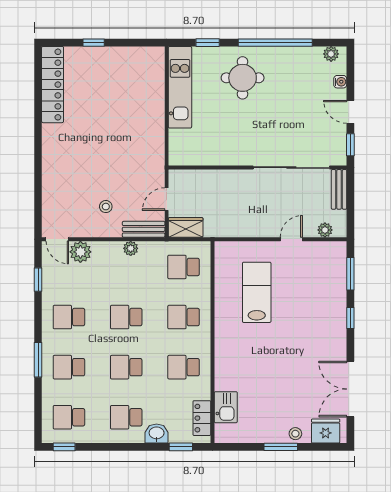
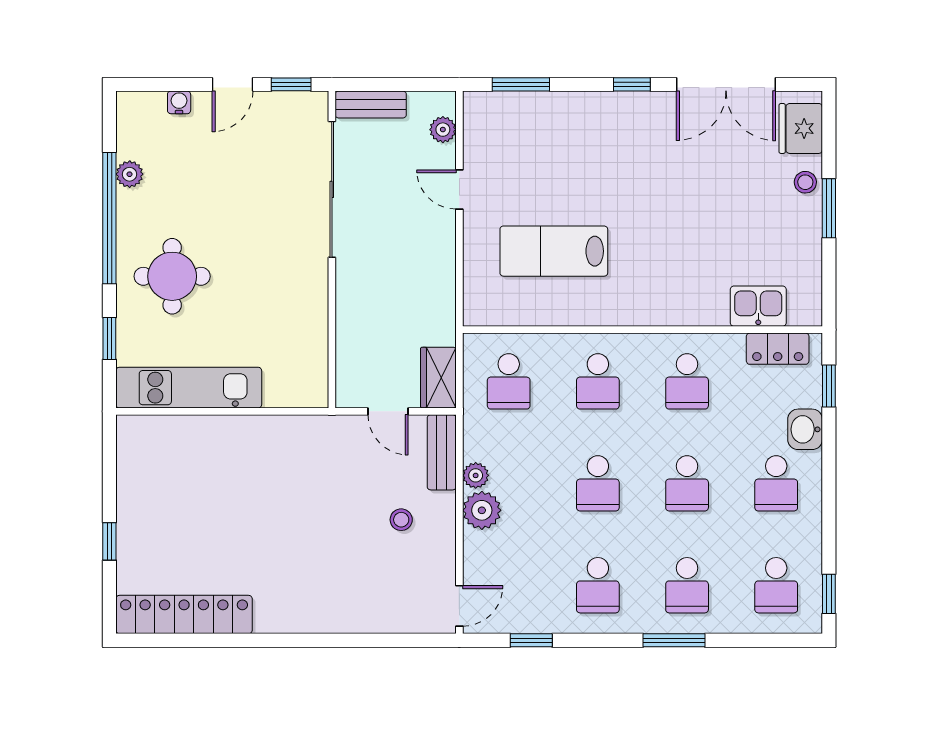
plant: (331, 54) -> (130, 174), moved
plant: (80, 252) -> (482, 510), moved
window: (350, 318) -> (632, 84), moved

